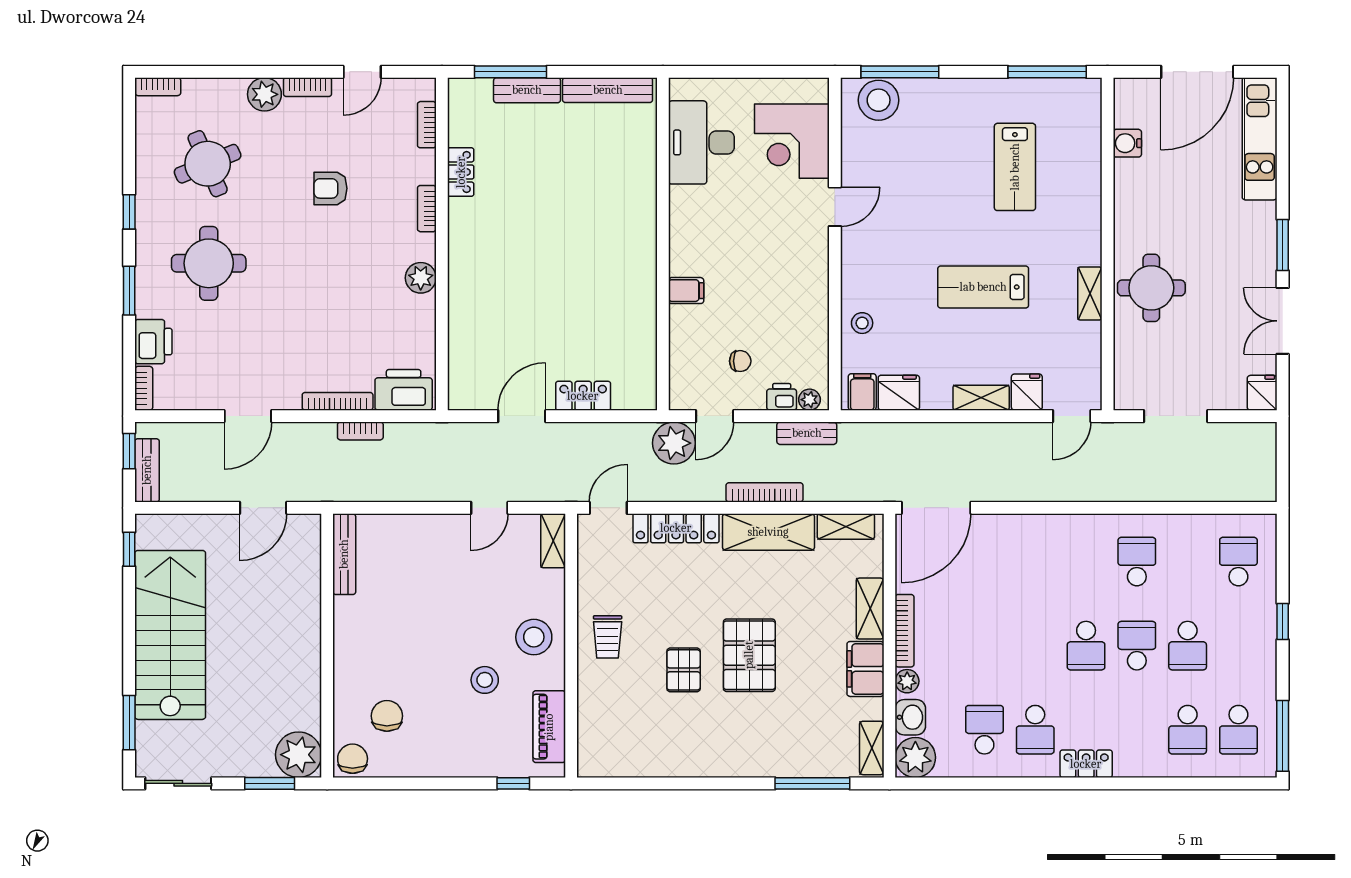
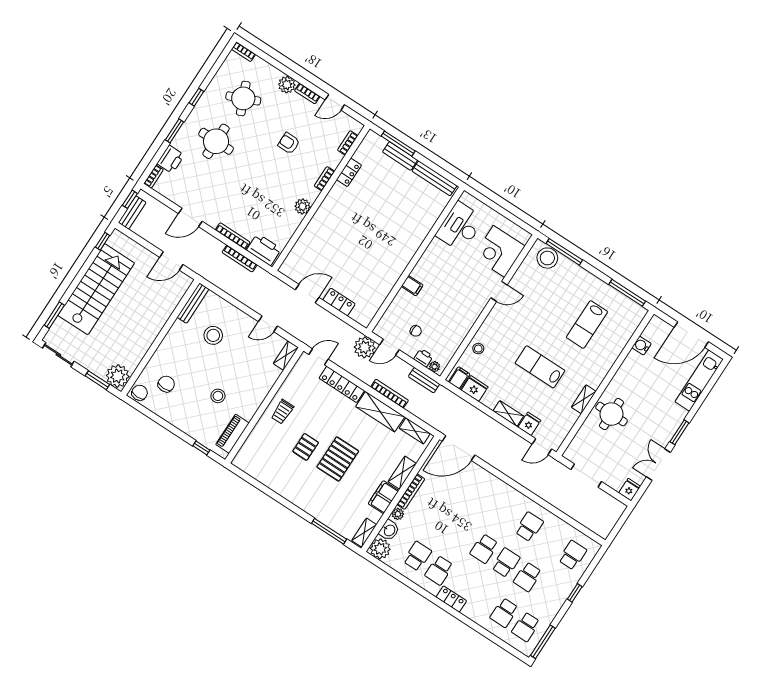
bookcase: (360, 431) -> (240, 259), width x1.56
stool: (534, 637) -> (213, 335), moved

